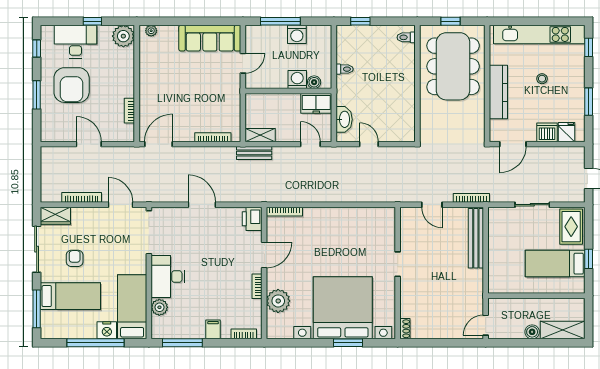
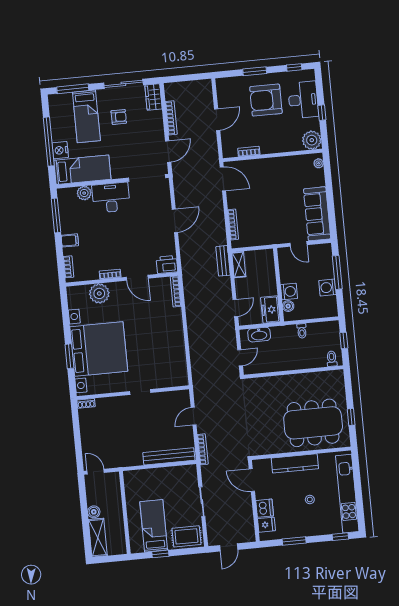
toilet: (406, 37) -> (332, 359), moved
wall: (417, 83) -> (293, 372), moved

